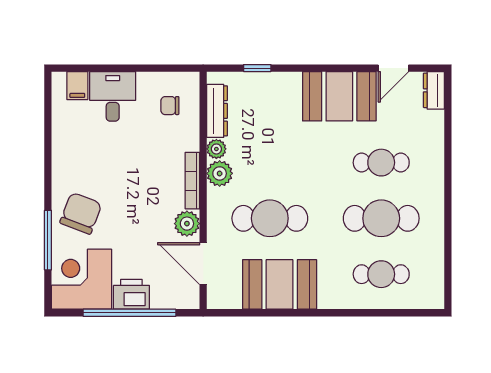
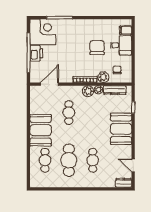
booth: (339, 96) -> (121, 129), moved
chair: (81, 213) -> (97, 48), moved, turned -111
cafe table: (270, 218) -> (69, 113), width x0.73, depth x0.74
plant: (187, 224) -> (103, 77), moved
booth: (280, 284) -> (41, 130), moved

